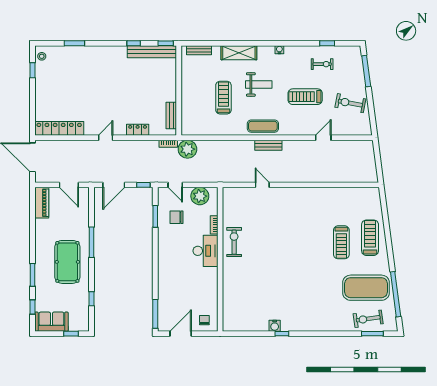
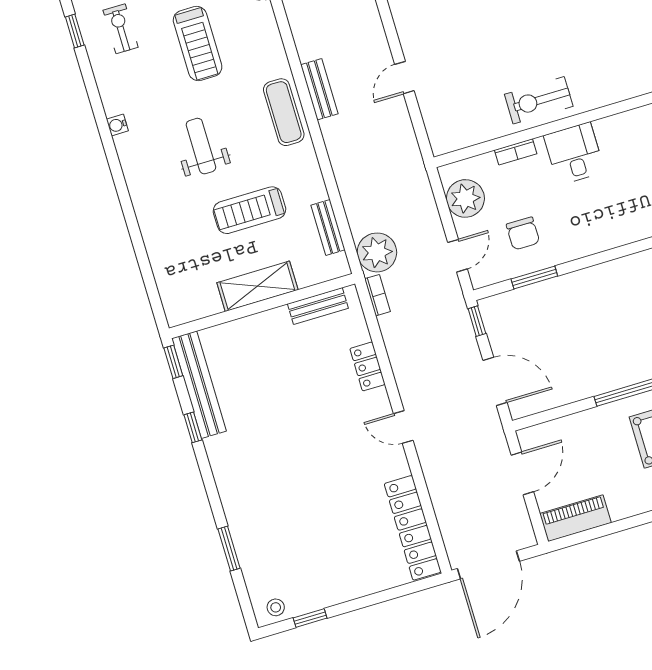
bench: (199, 50) -> (328, 227), moved
shelving: (239, 53) -> (257, 286), moved, turned 90
desk: (205, 251) -> (574, 154), width x0.73

